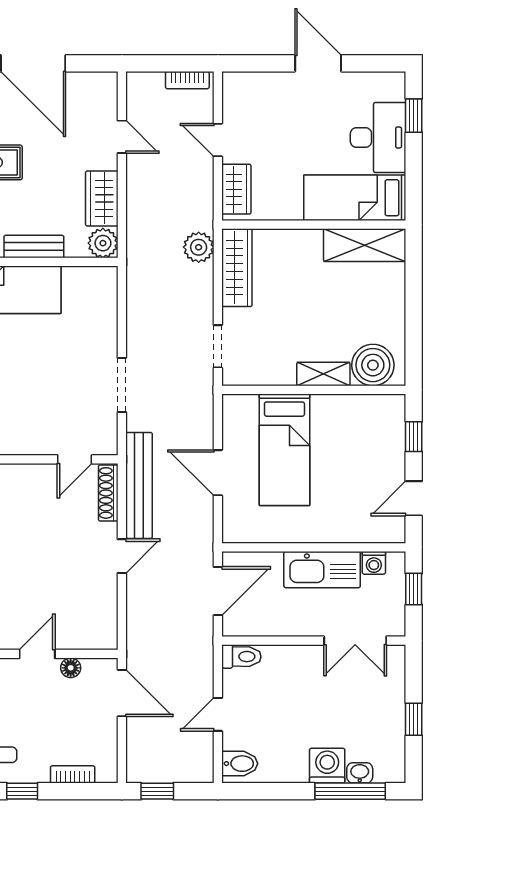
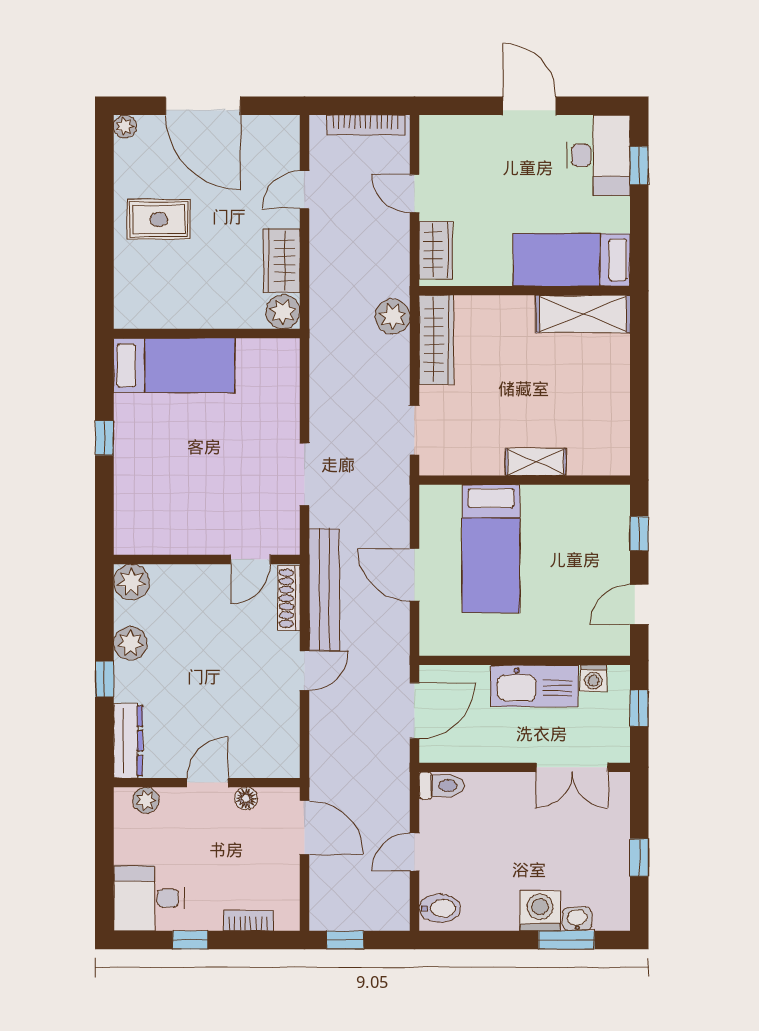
bookcase: (187, 80) -> (366, 125), width x1.56
door: (122, 137) -> (305, 190), swing flipped
desk: (378, 138) -> (598, 155), moved
bench: (34, 247) -> (204, 316), removed
boiler: (373, 365) -> (592, 452), removed
window: (350, 791) -> (566, 940), width x0.69

